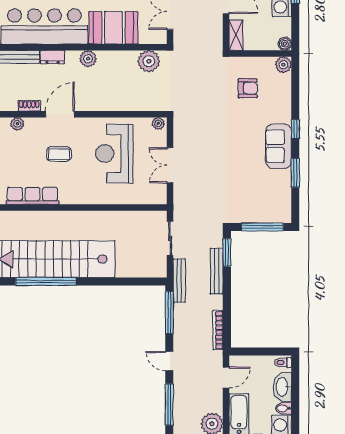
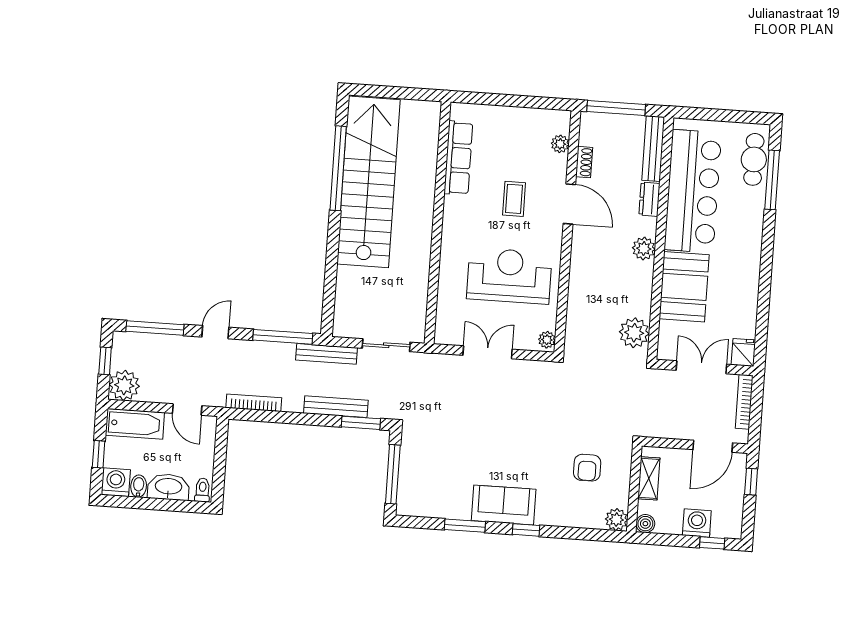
shelving: (236, 35) -> (649, 478), moved, turned 90

